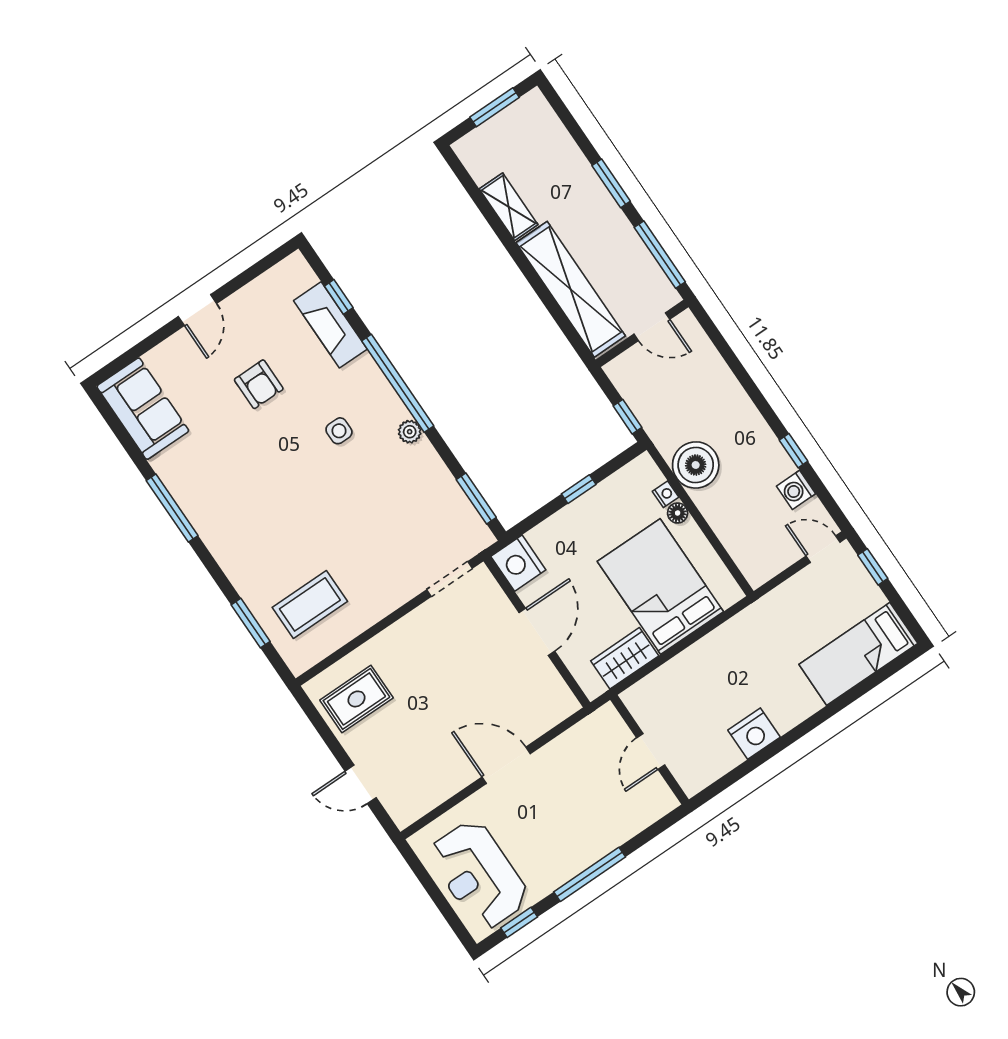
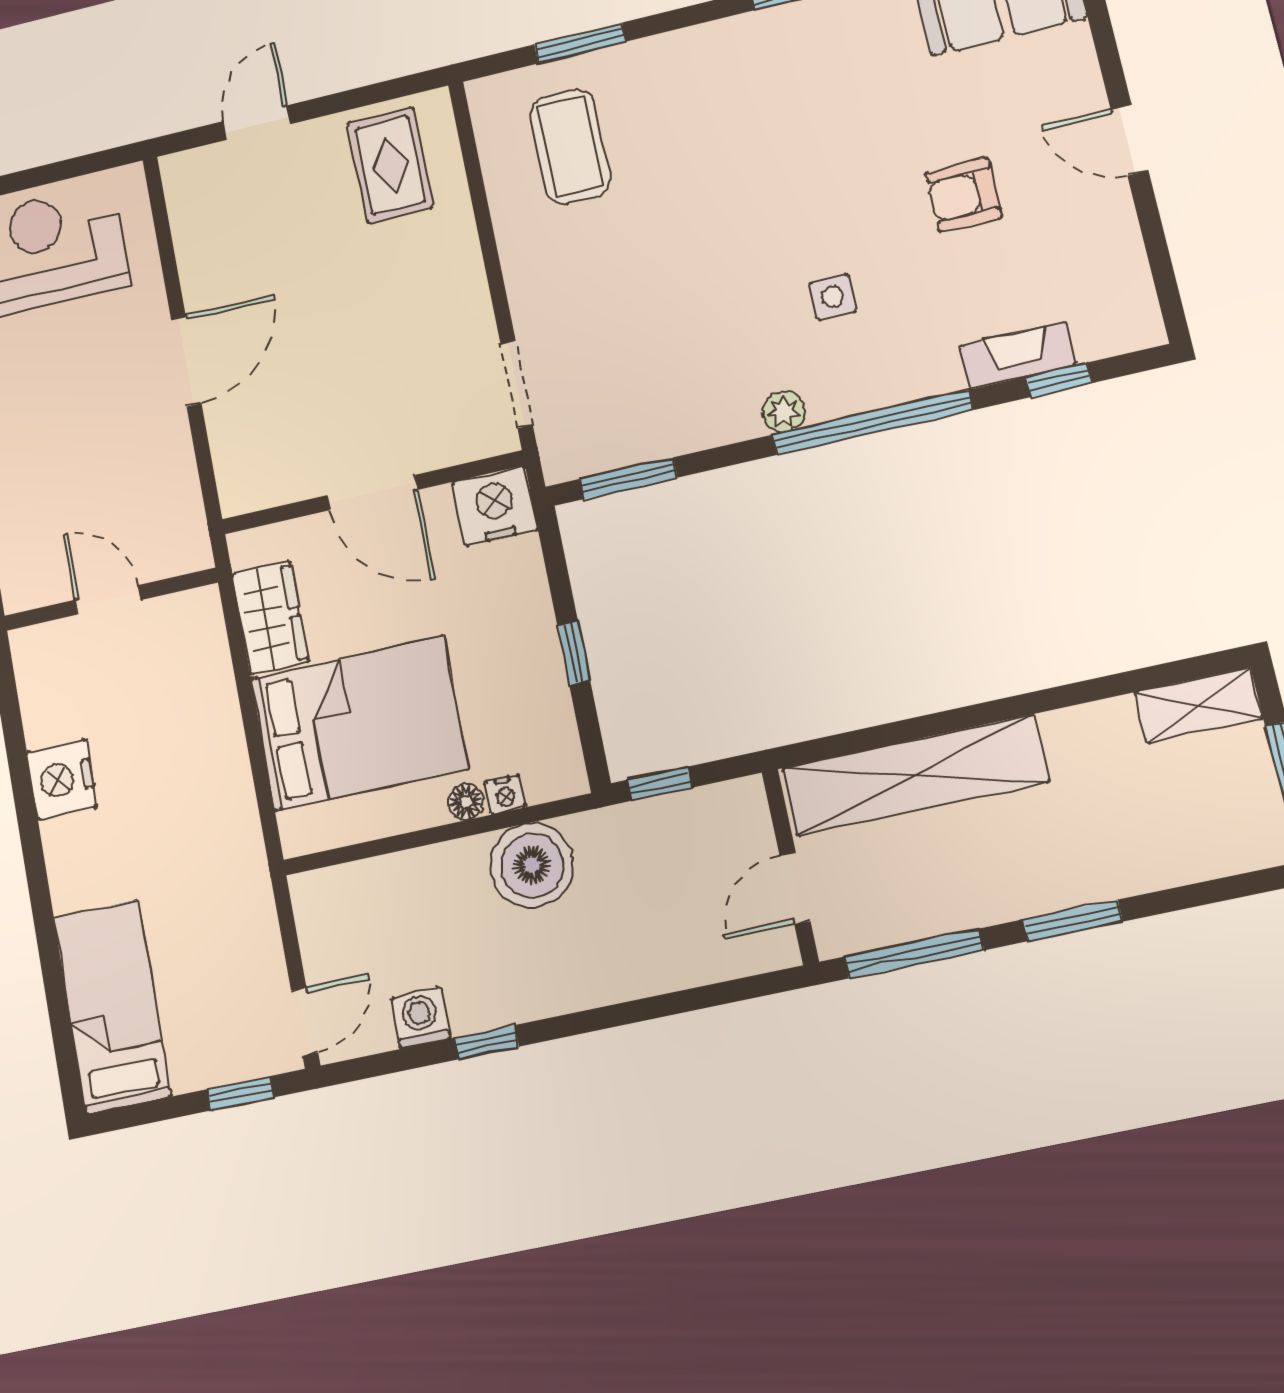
shelving: (509, 207) -> (1199, 705), moved
fireplace: (330, 325) -> (1018, 355), width x0.73, depth x0.76

